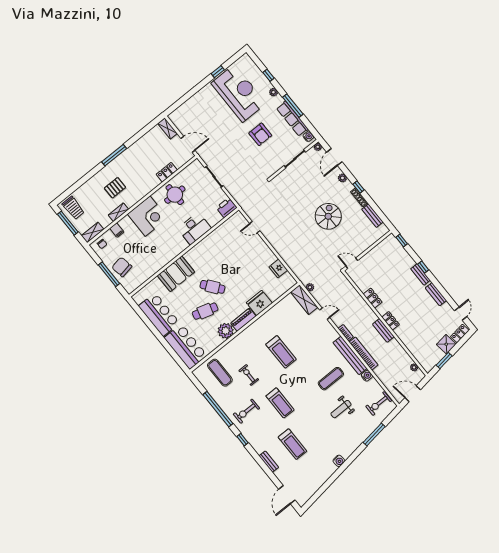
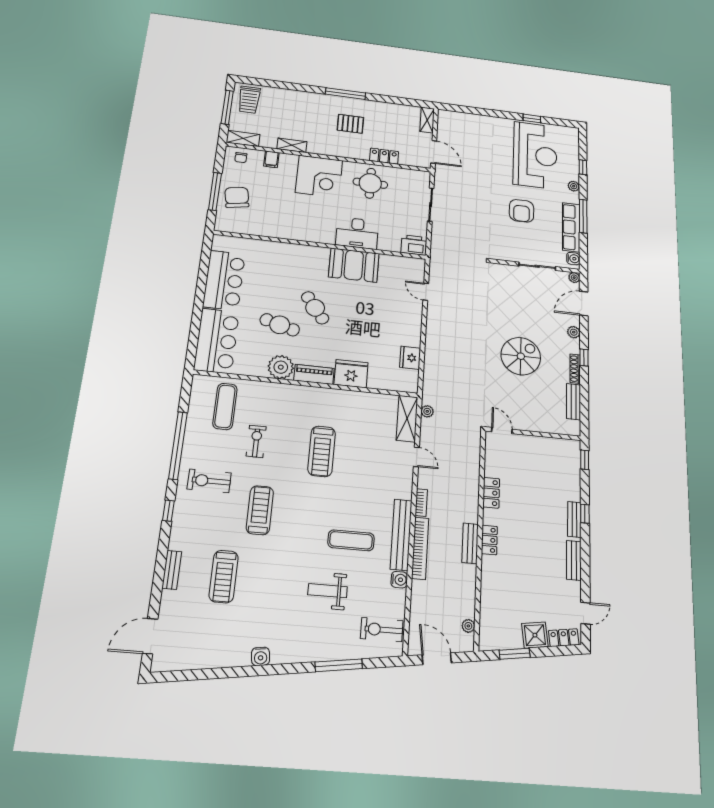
pallet: (115, 188) -> (350, 124), moved
booth: (176, 274) -> (354, 265), moved
treadmill: (280, 403) -> (260, 510), turned 180

